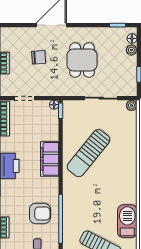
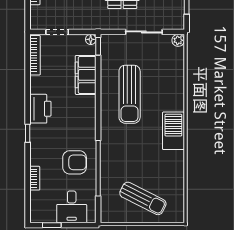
sun lounger: (88, 153) -> (130, 94), turned -39
filing cabinet: (50, 159) -> (86, 75), moved
barbecue: (127, 221) -> (173, 131), moved

